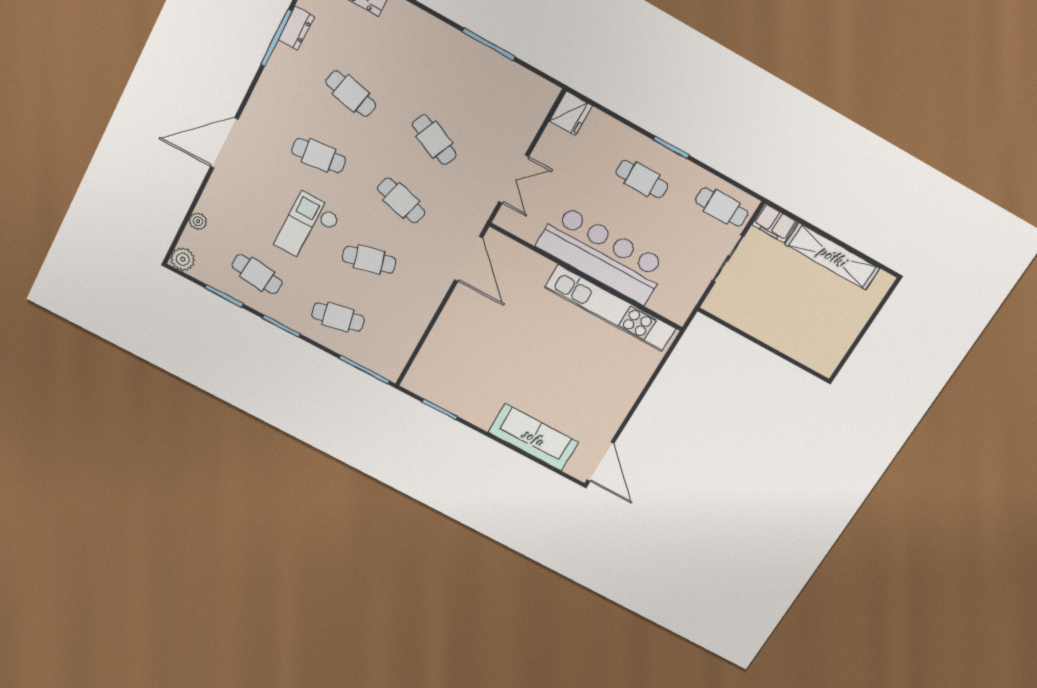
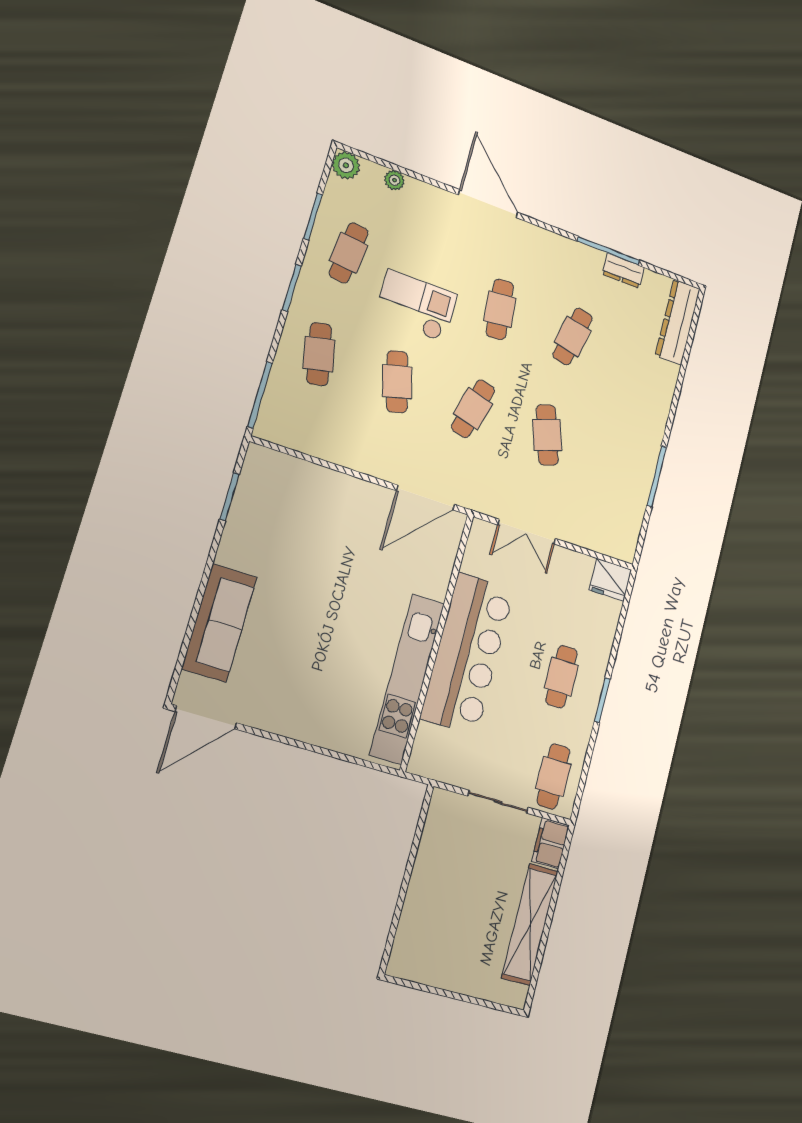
cafe table: (434, 140) -> (547, 435), turned -42

